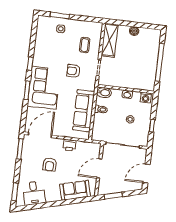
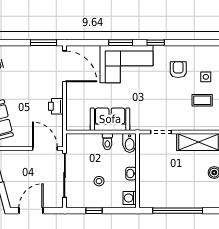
coffee table: (85, 45) -> (202, 100), moved
armchair: (74, 71) -> (178, 70), moved
sofa: (84, 111) -> (110, 119), width x0.73
armchair: (50, 164) -> (28, 84), removed
door: (99, 168) -> (45, 149), moved
door: (146, 174) -> (31, 211), hinge flipped

